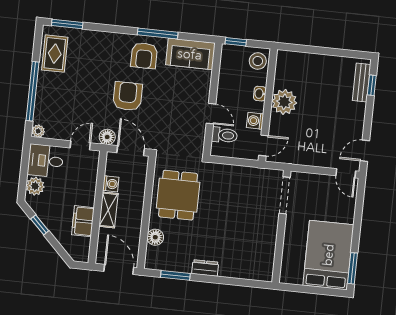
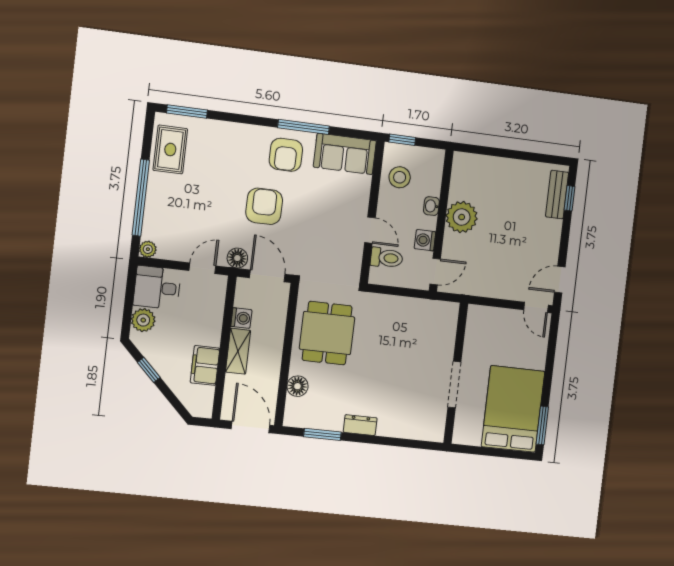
stool: (258, 61) -> (400, 177), moved
doorway: (285, 195) -> (454, 385), moved

